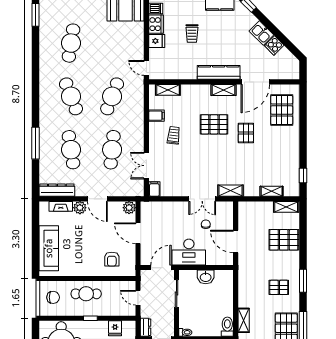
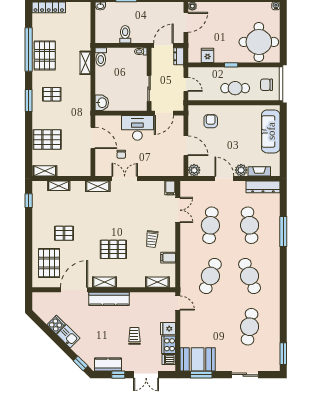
pallet: (246, 133) -> (64, 233), moved, turned 90
washbasin: (206, 277) -> (102, 103), moved, turned 90

